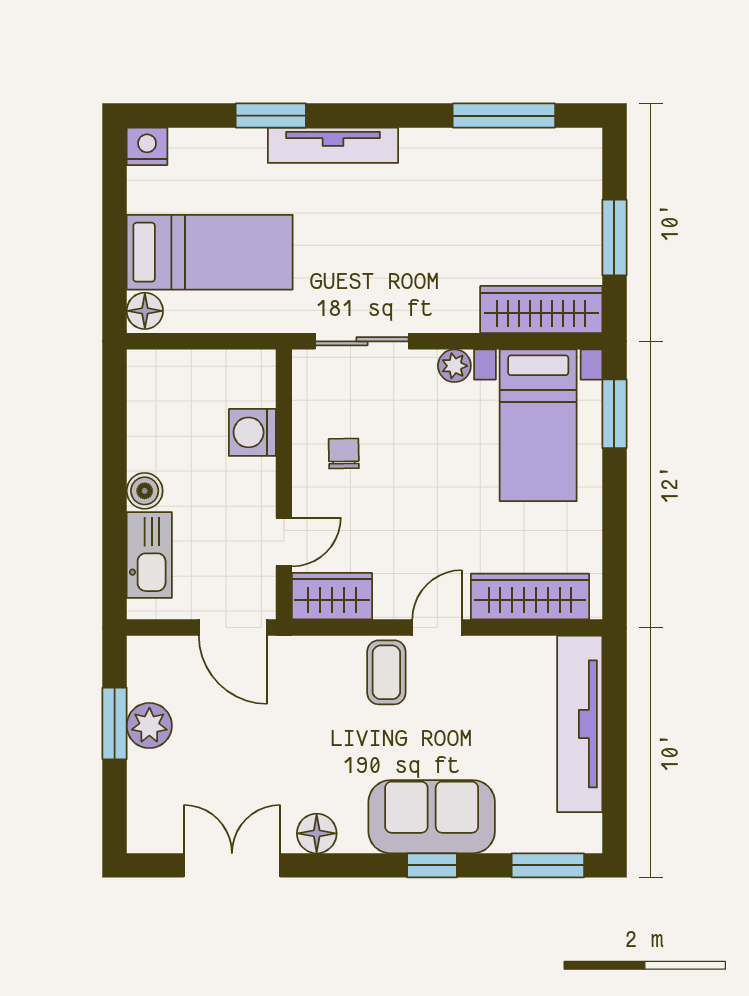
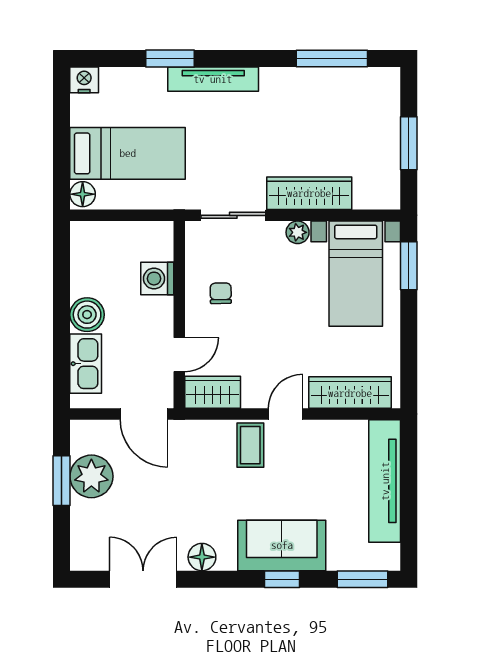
wardrobe: (541, 310) -> (309, 193), moved
boiler: (145, 491) -> (87, 315), width x1.36, depth x1.36
plant: (149, 726) -> (91, 476), width x1.36, depth x1.36

